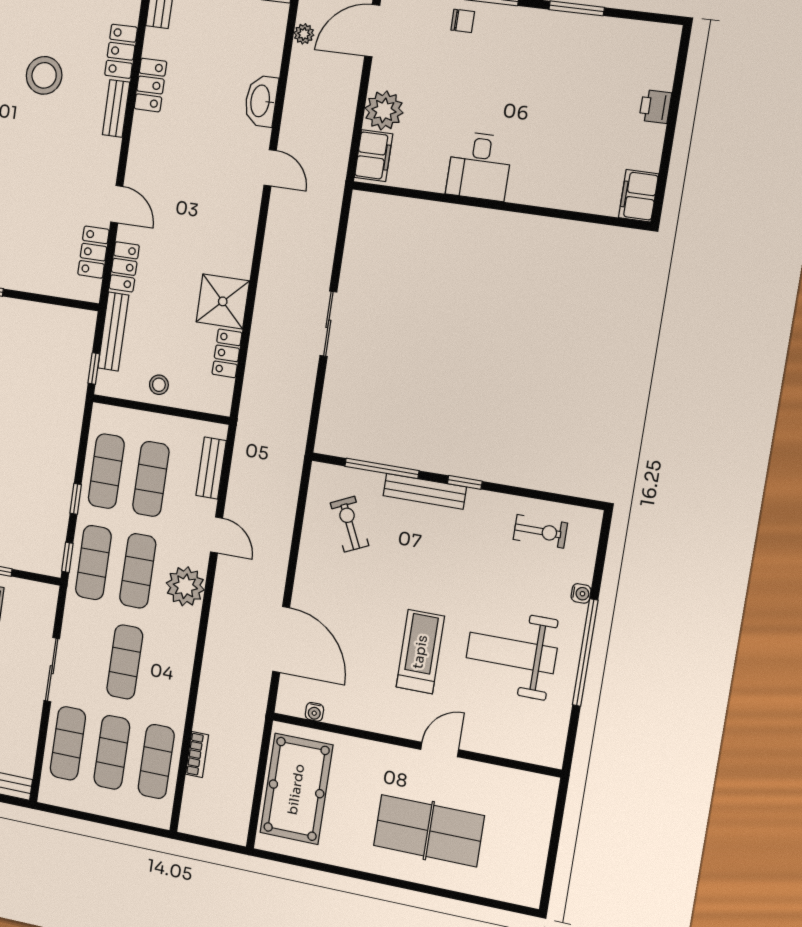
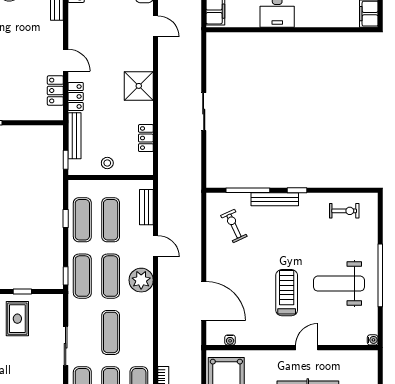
shower: (223, 301) -> (139, 86), moved
window: (76, 499) -> (66, 219), moved
water cooler: (581, 593) -> (373, 340), moved

